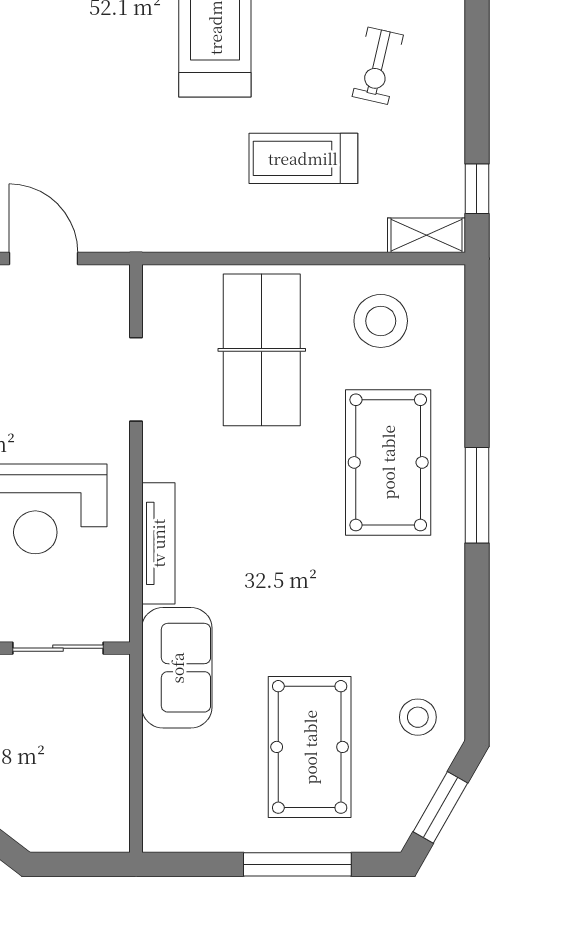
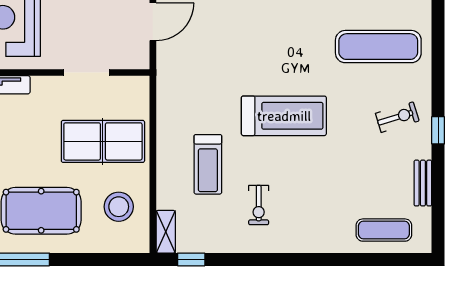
exercise bike: (378, 66) -> (259, 205), turned -103
treadmill: (303, 158) -> (208, 164), turned 180

